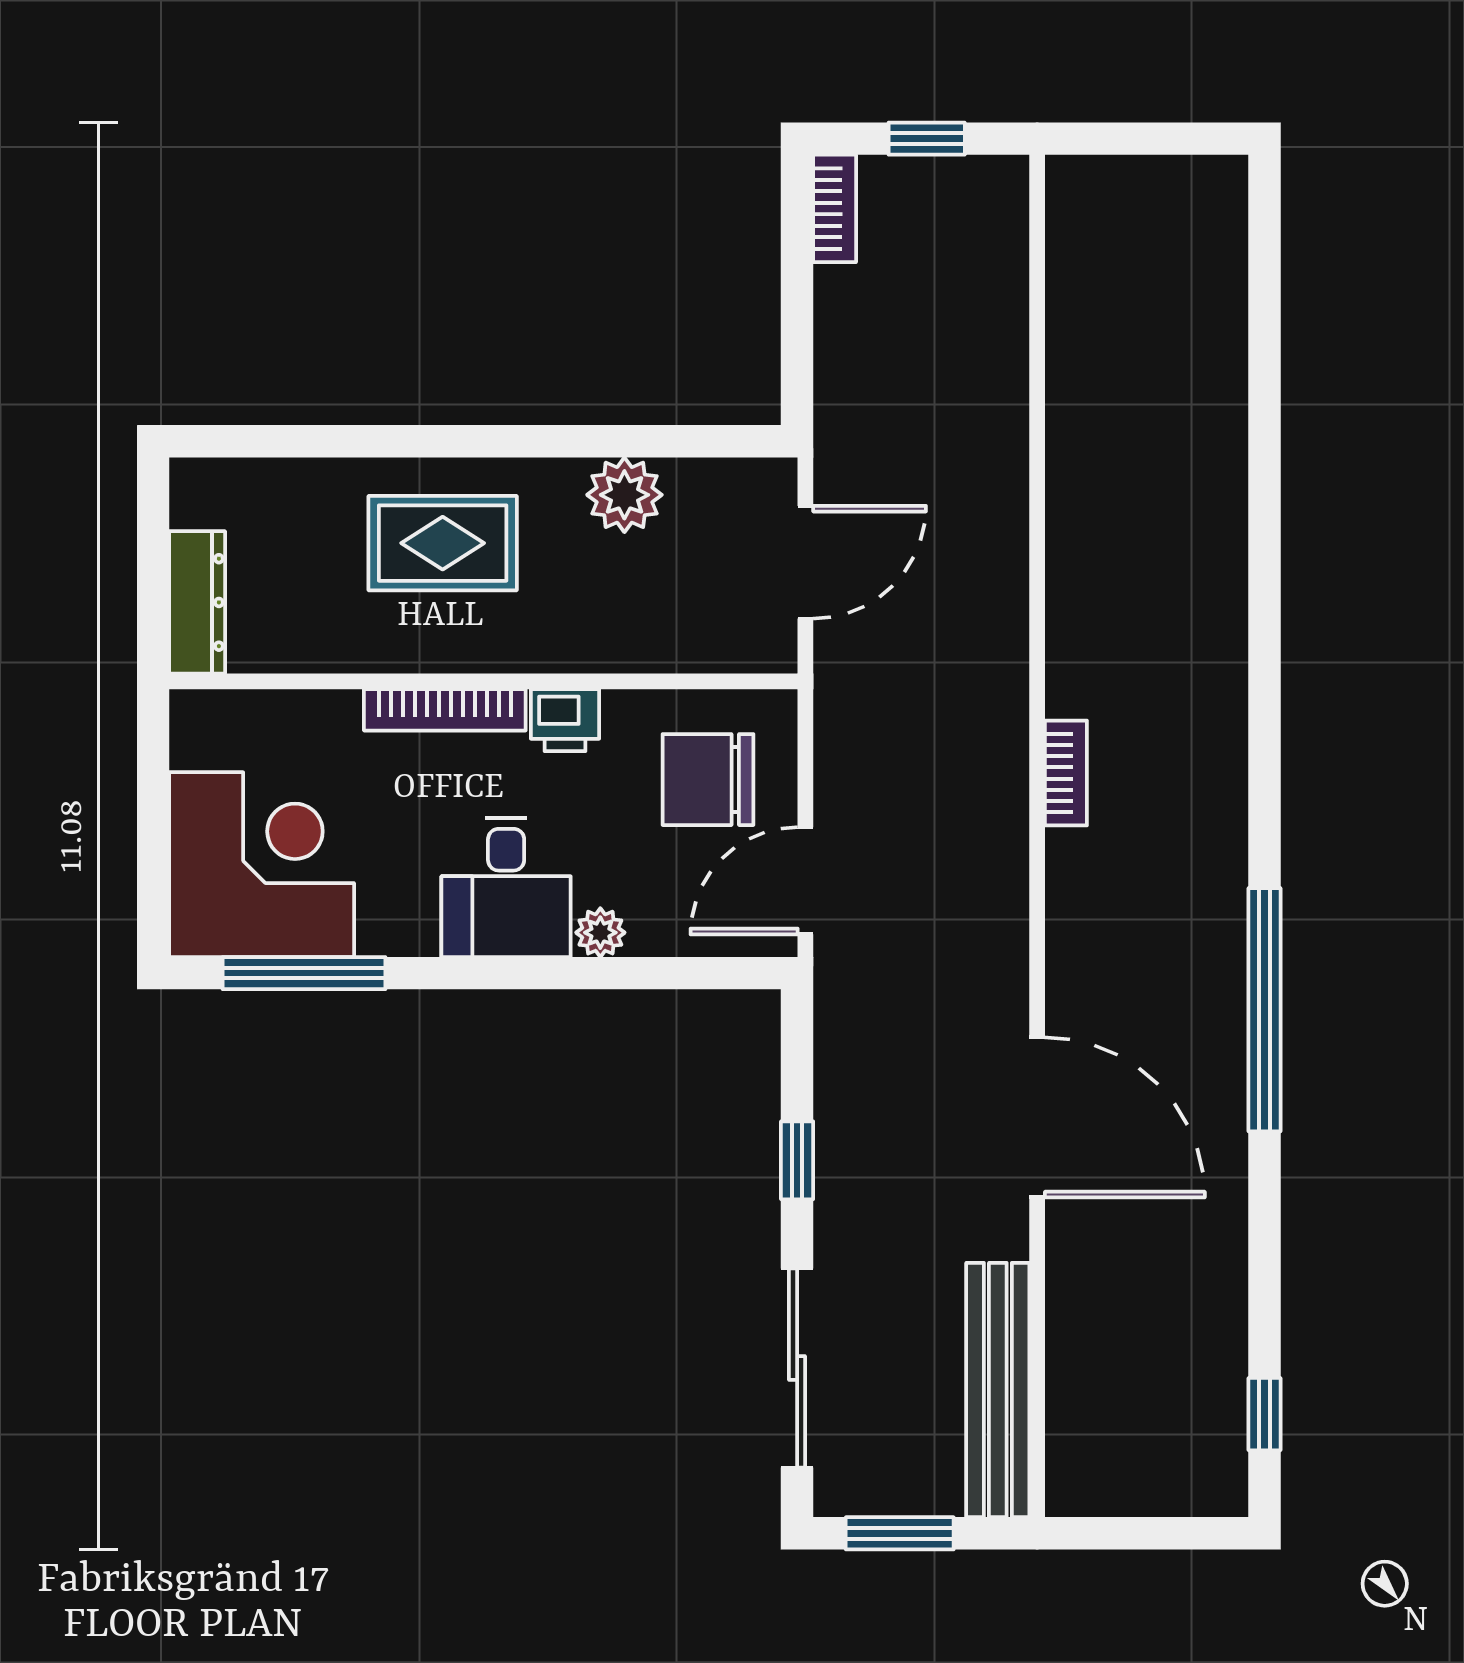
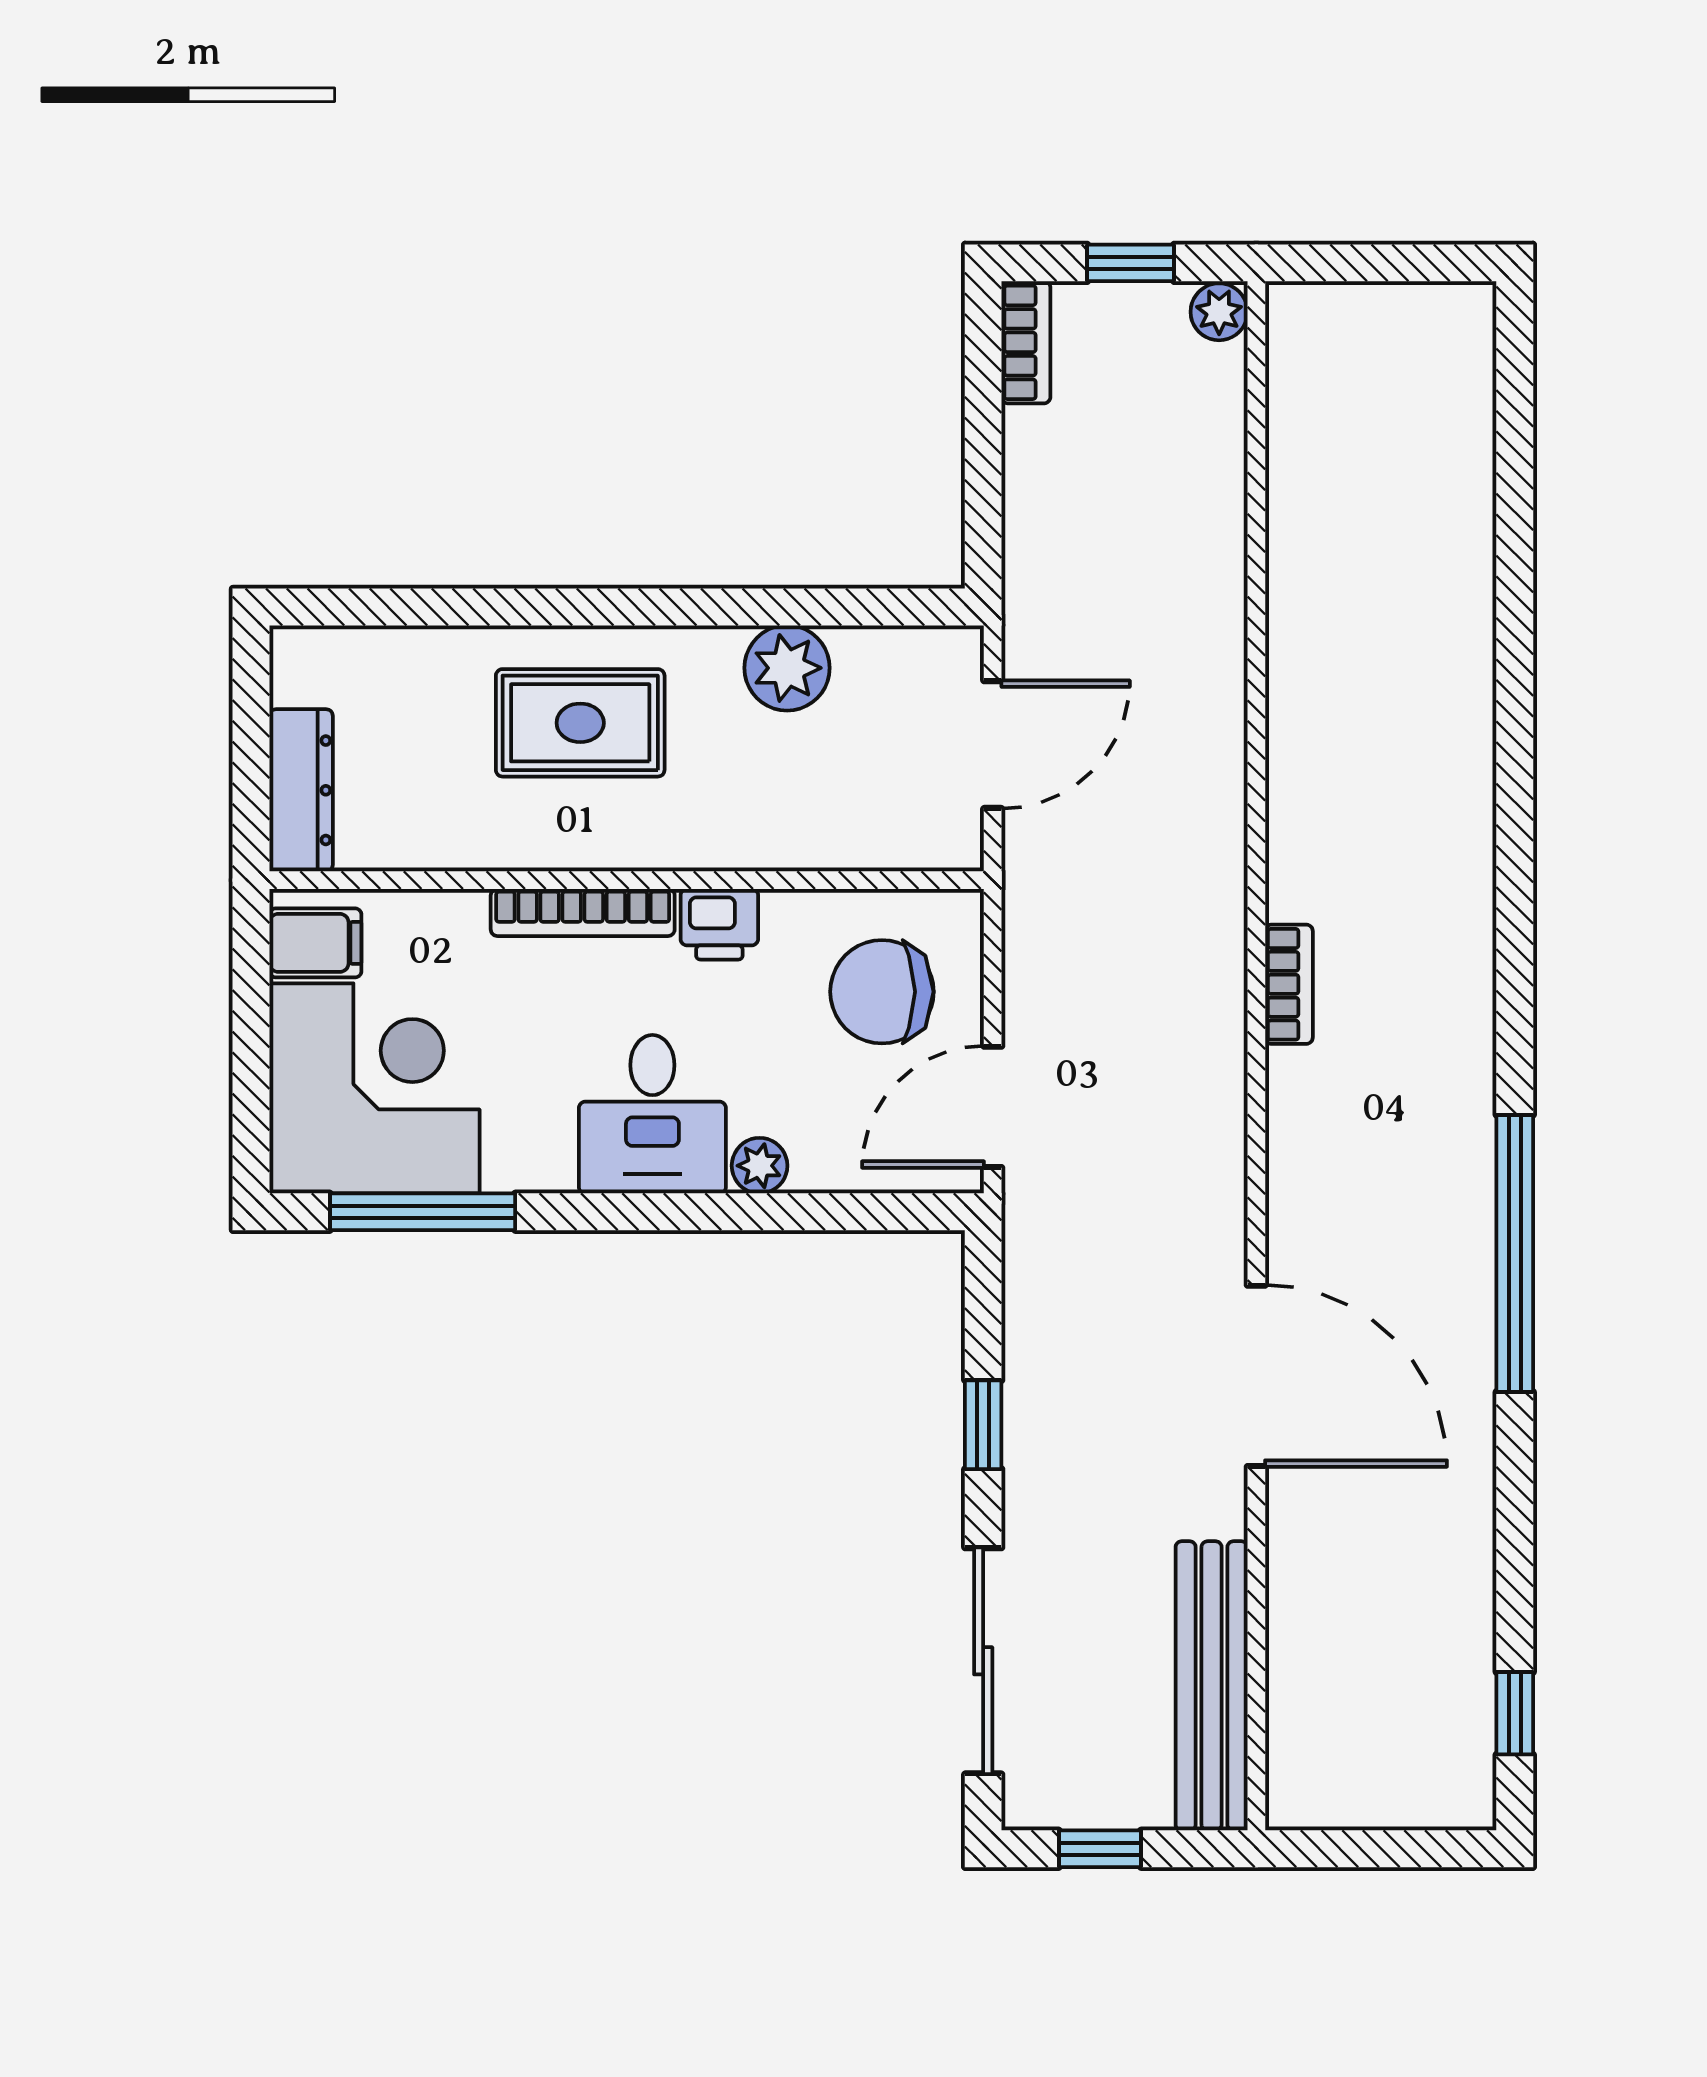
plant: (1004, 182) -> (1219, 312), added
filing cabinet: (210, 737) -> (315, 943), added
window: (900, 1533) -> (1100, 1849), width x0.67

